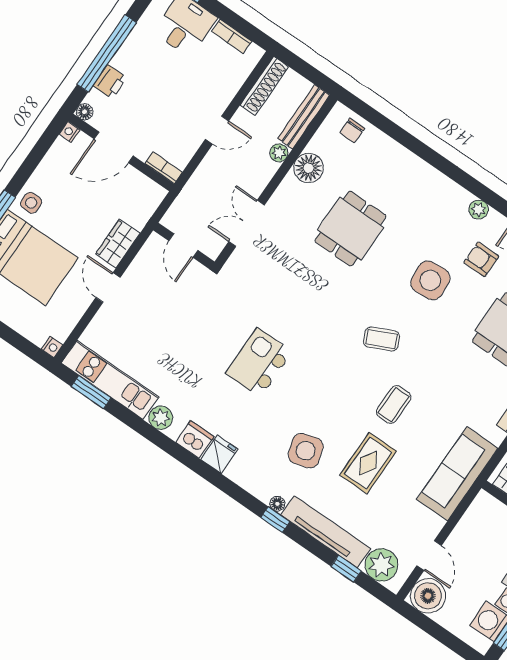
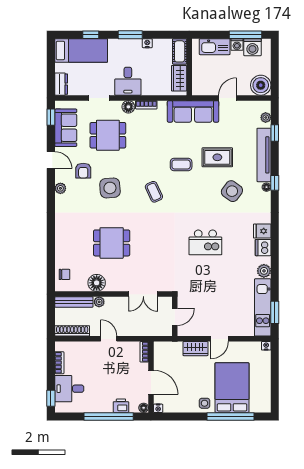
side table: (306, 451) -> (232, 191), turned -37
door: (429, 556) -> (227, 98), moved
plant: (381, 565) -> (266, 118), width x0.53, depth x0.53

